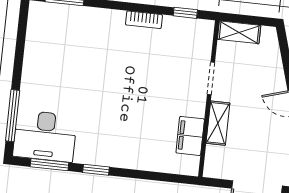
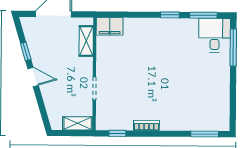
shelving: (218, 123) -> (86, 41), moved
desk: (45, 136) -> (215, 35), width x0.73
filing cabinet: (190, 136) -> (110, 26), moved, turned 90

